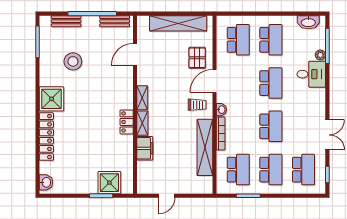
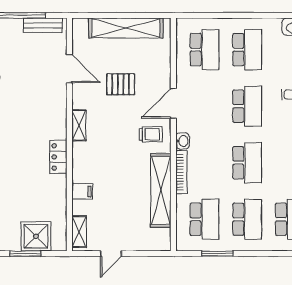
door: (135, 54) -> (69, 69), swing flipped
pallet: (197, 58) -> (121, 84), moved, turned 90
shelving: (142, 123) -> (79, 232), moved
filing cabinet: (145, 148) -> (82, 191), width x0.50

